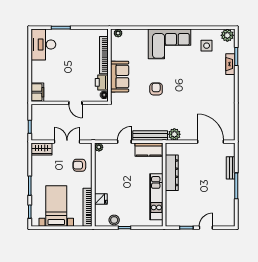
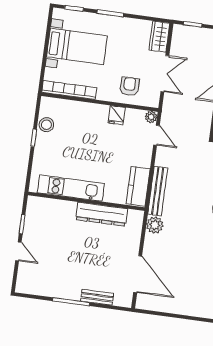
door: (124, 142) -> (156, 135), moved
door: (211, 142) -> (138, 274), hinge flipped
fridge: (101, 199) -> (117, 115), moved

